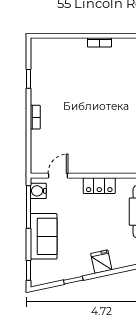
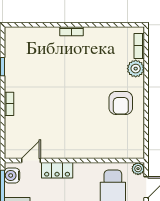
locker: (99, 186) -> (57, 170), moved

